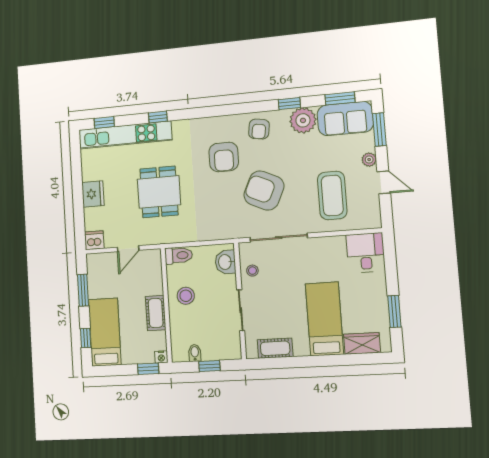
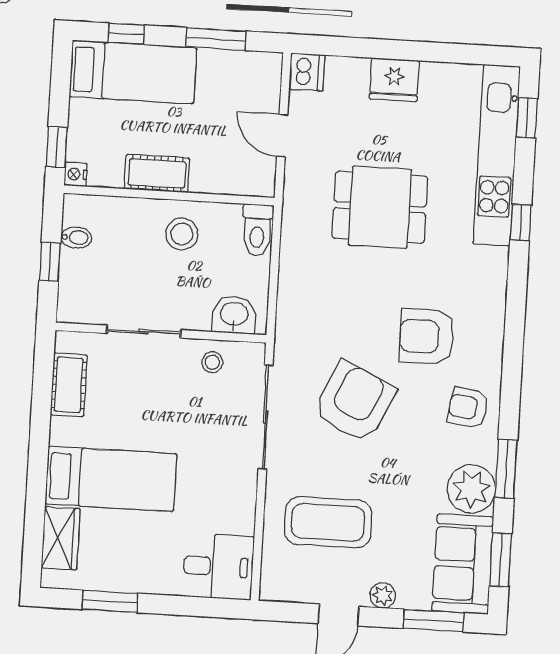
window: (289, 104) -> (506, 469), width x1.50

